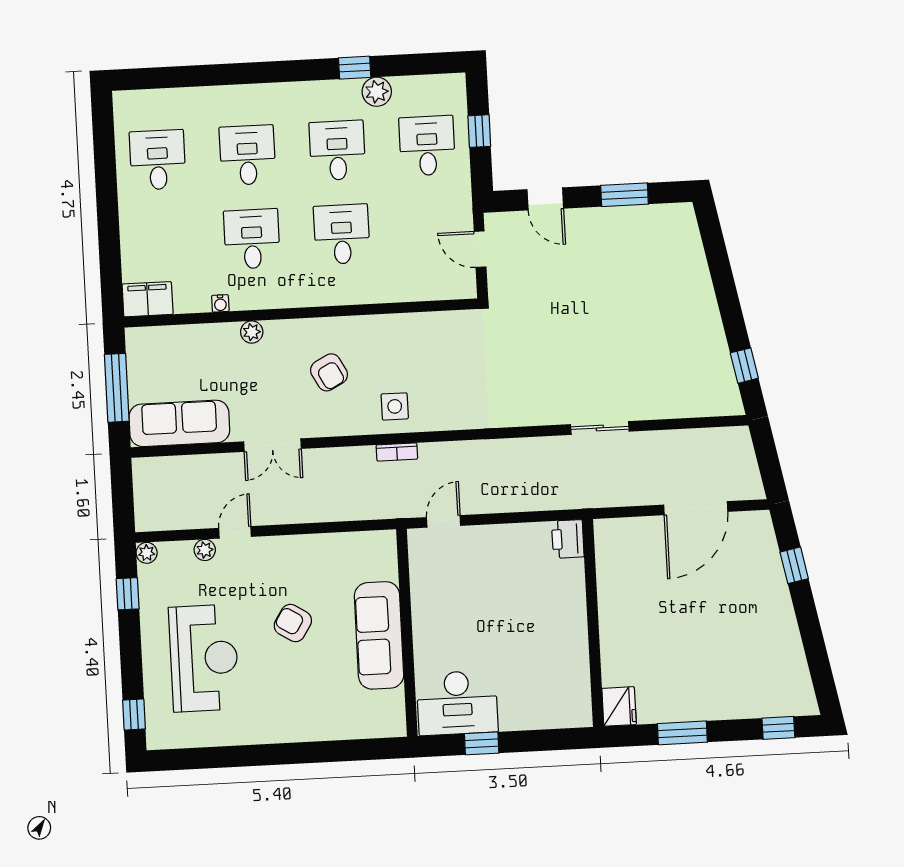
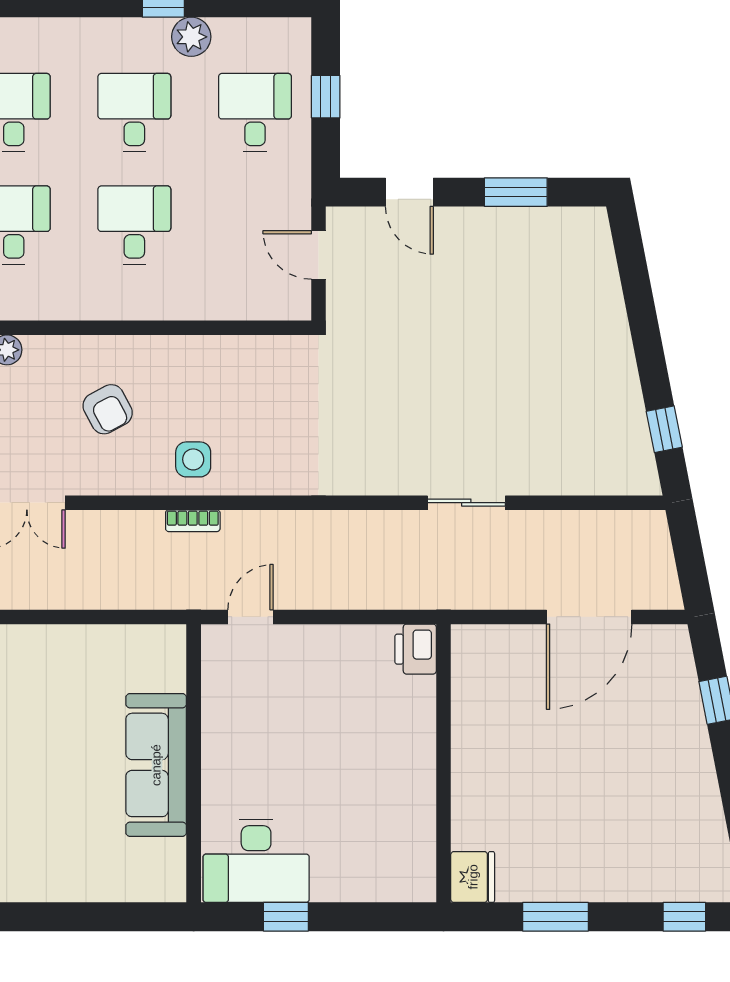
armchair: (293, 623) -> (42, 742), removed

